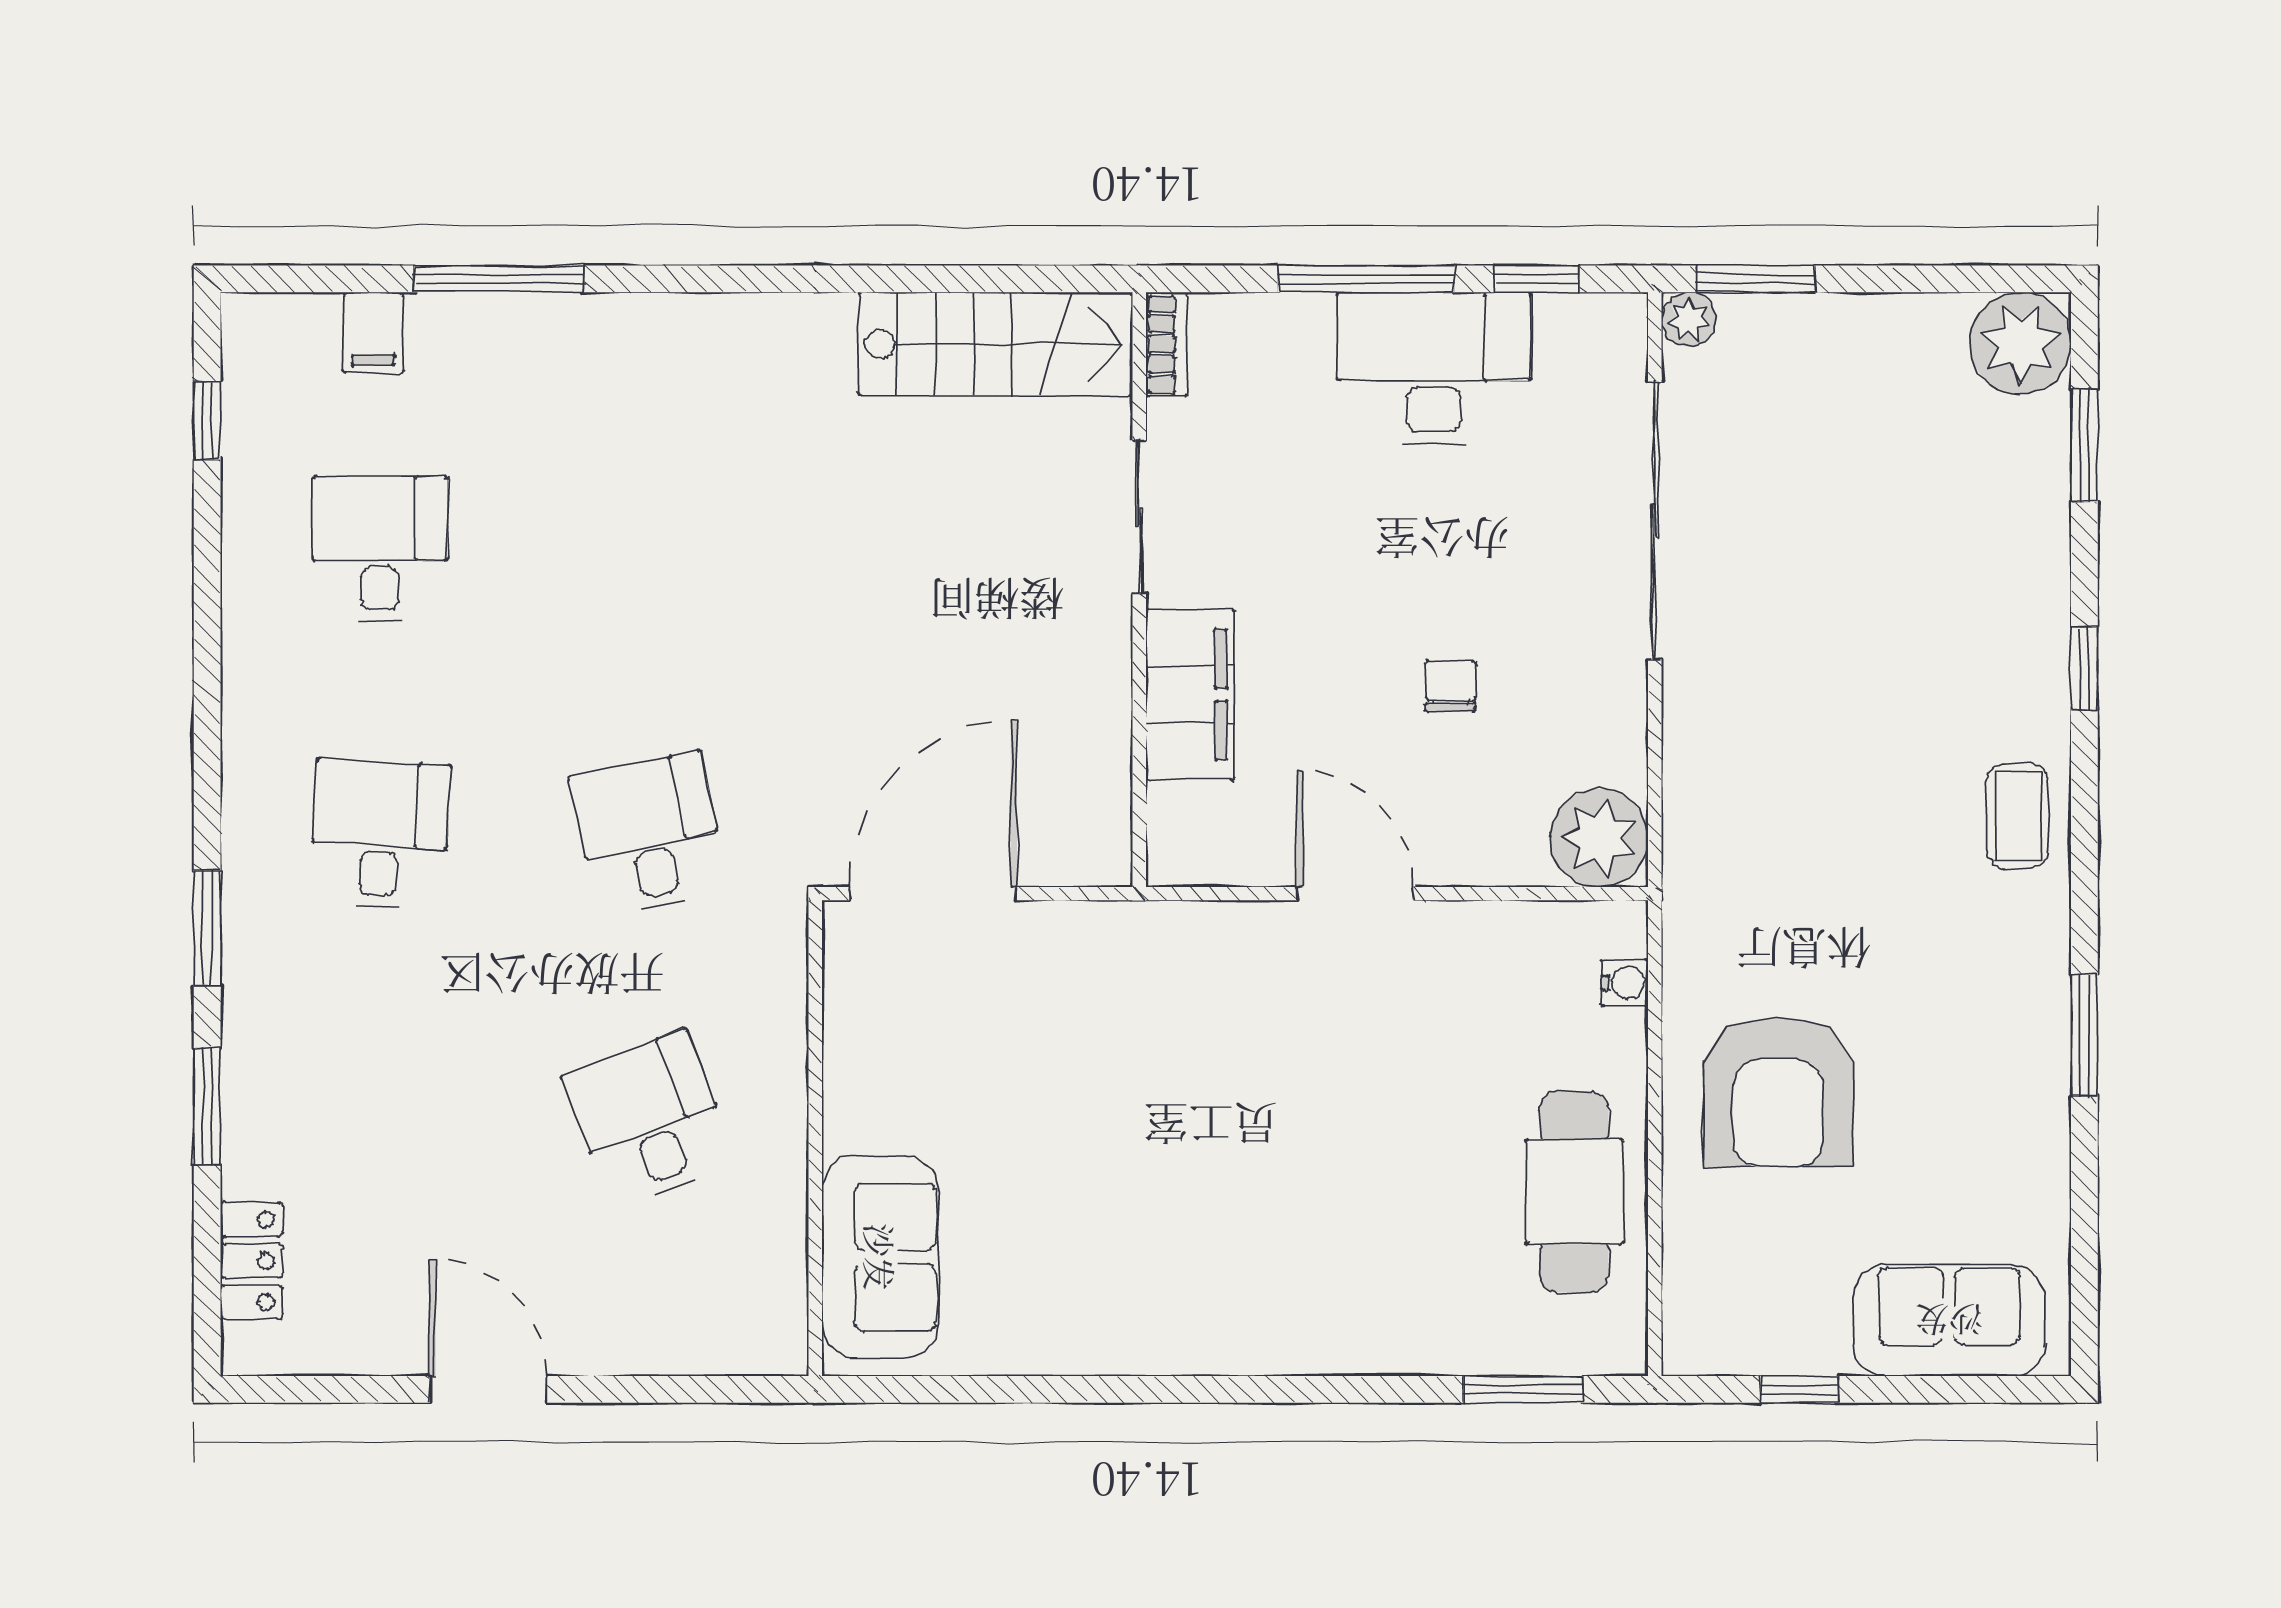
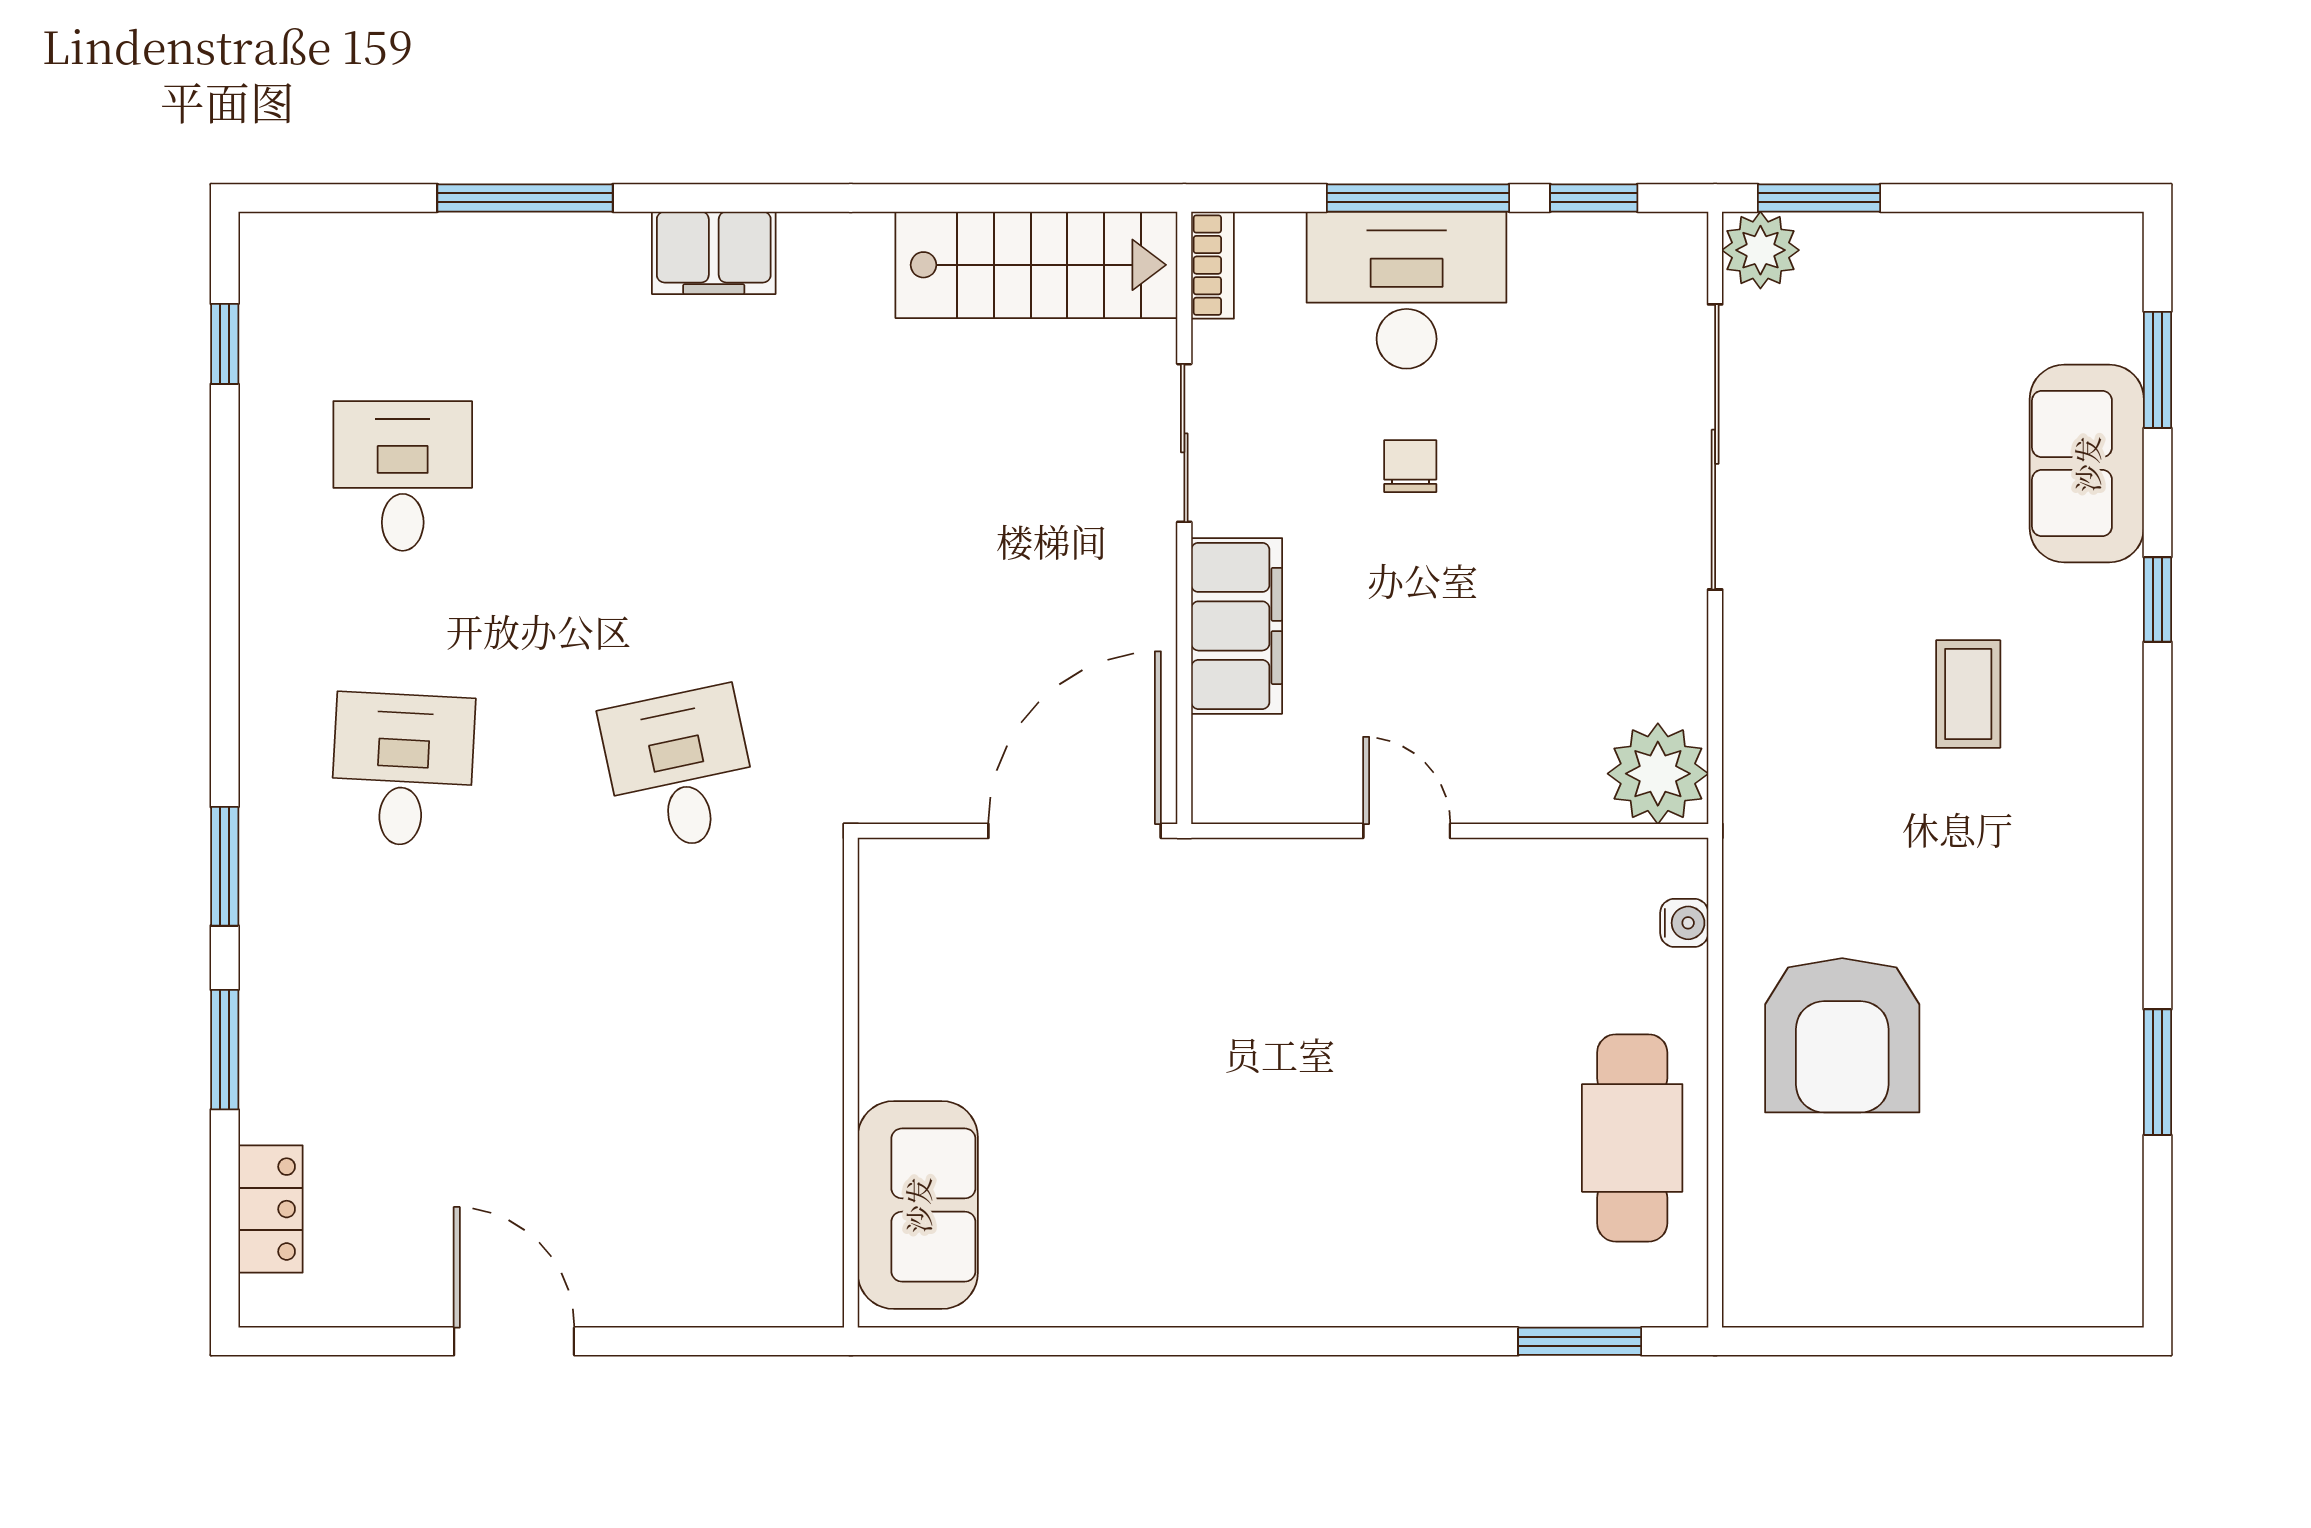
plant: (1689, 319) -> (1760, 250), width x1.38, depth x1.38
filing cabinet: (373, 332) -> (714, 253), moved, width x2.00
plant: (2020, 343) -> (2092, 264), removed
desk: (1434, 368) -> (1407, 290), moved
chair: (1450, 686) -> (1410, 466), moved
coffee table: (2017, 816) -> (1968, 694), moved
door: (933, 894) -> (1075, 831), moved
door: (1355, 894) -> (1407, 831), width x0.73
window: (2084, 1035) -> (2158, 1072), moved
desk: (649, 1119) -> (680, 1063), removed
sofa: (1949, 1321) -> (2087, 464), moved, turned -90
window: (1799, 1389) -> (1864, 1341), removed

